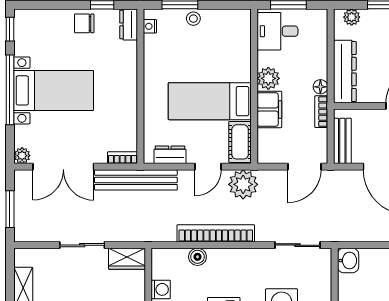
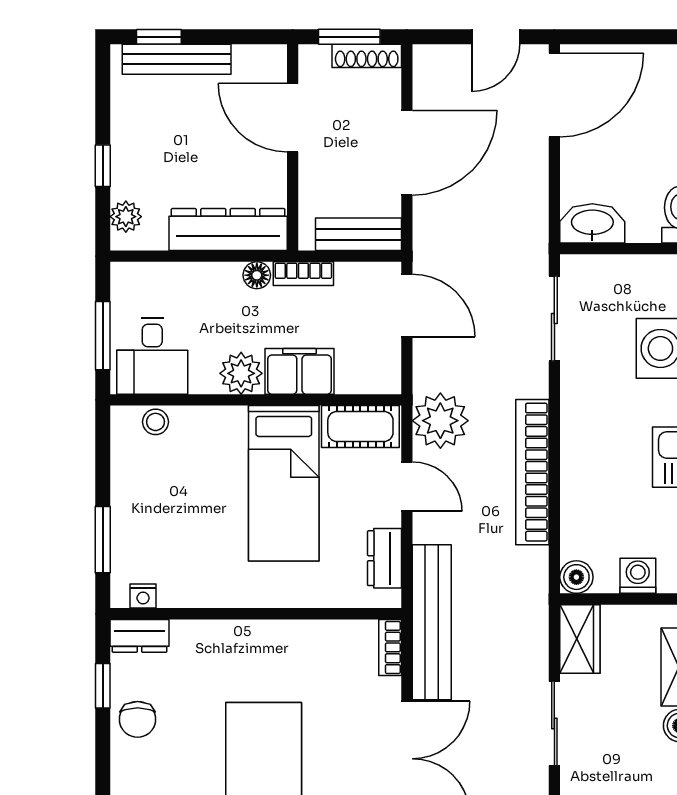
stool: (193, 19) -> (156, 422), moved
boiler: (197, 257) -> (576, 577), moved
washbasin: (348, 260) -> (592, 223), width x1.38

